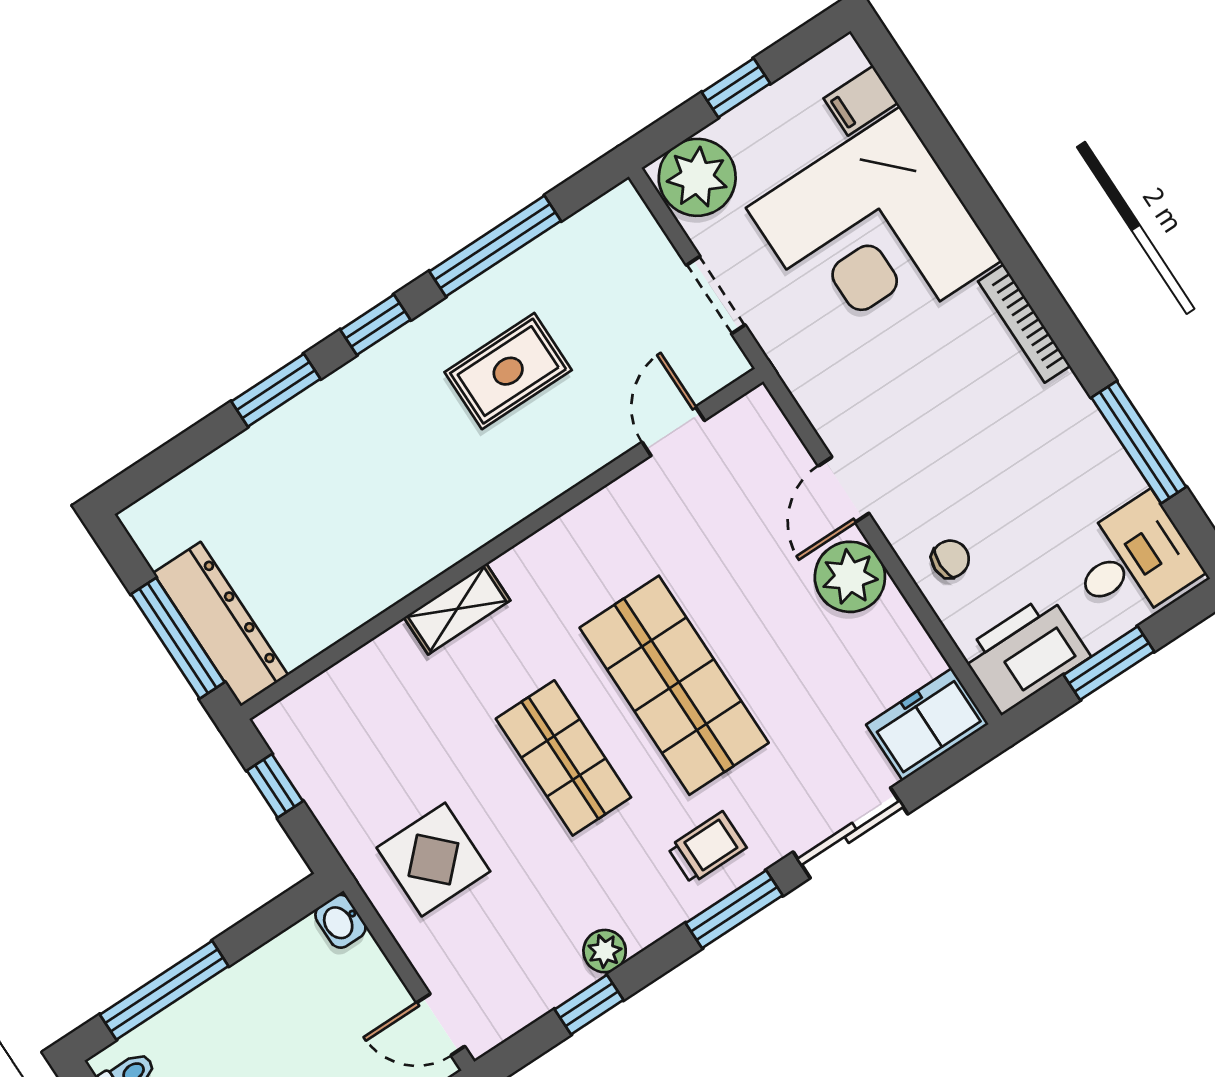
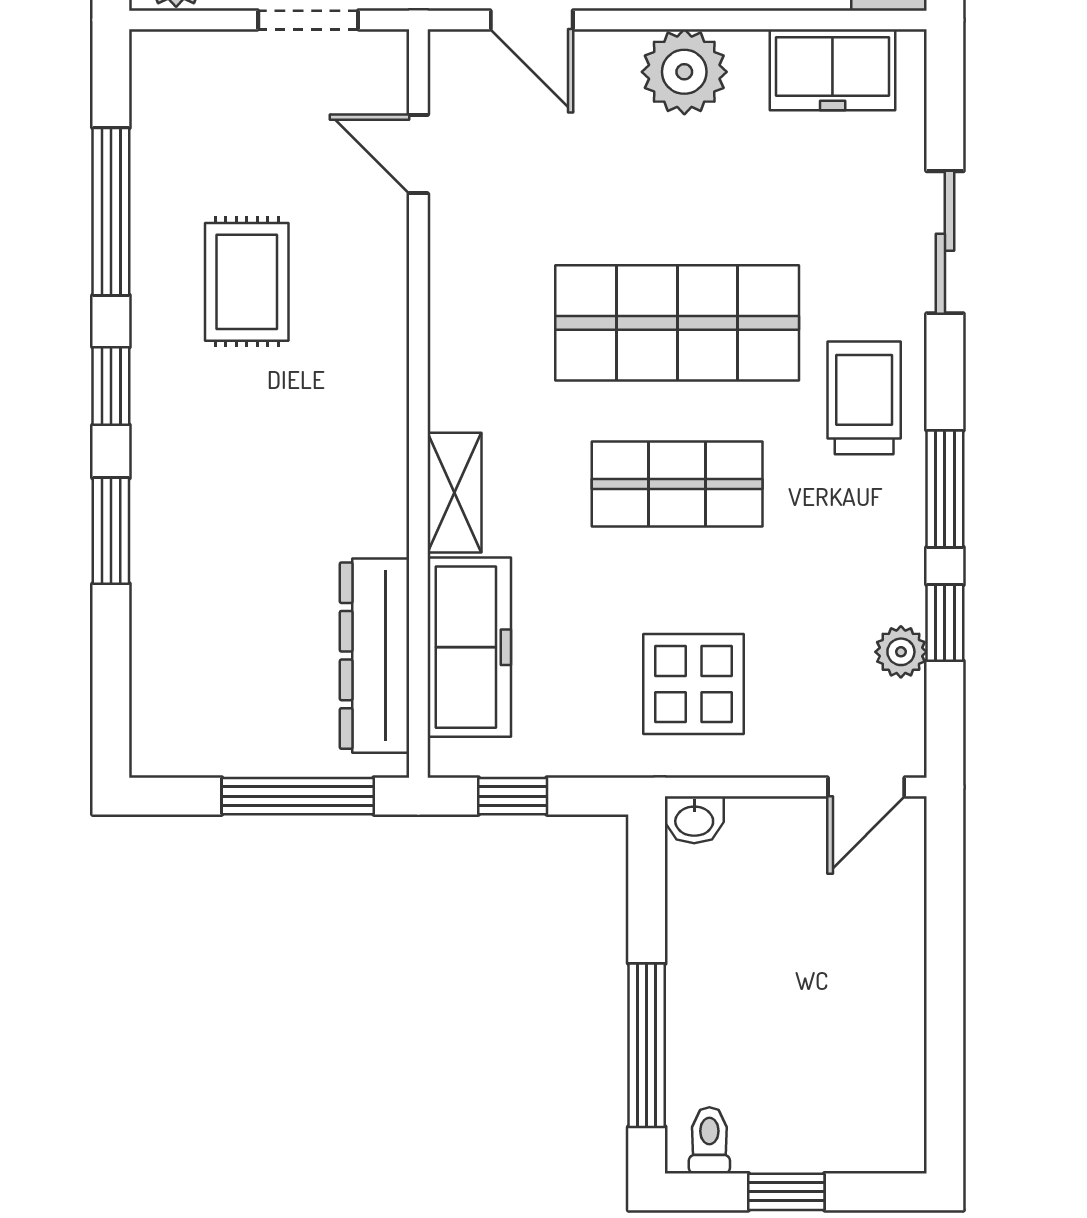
door: (844, 490) -> (532, 20), moved
dresser: (221, 624) -> (375, 656), moved, turned -90
freezer: (357, 689) -> (469, 647), added
freezer: (927, 724) -> (833, 70), moved, turned -90
trolley: (707, 848) -> (864, 398), width x1.36, depth x1.39
window: (734, 909) -> (945, 489), moved
plant: (605, 951) -> (901, 652), moved

